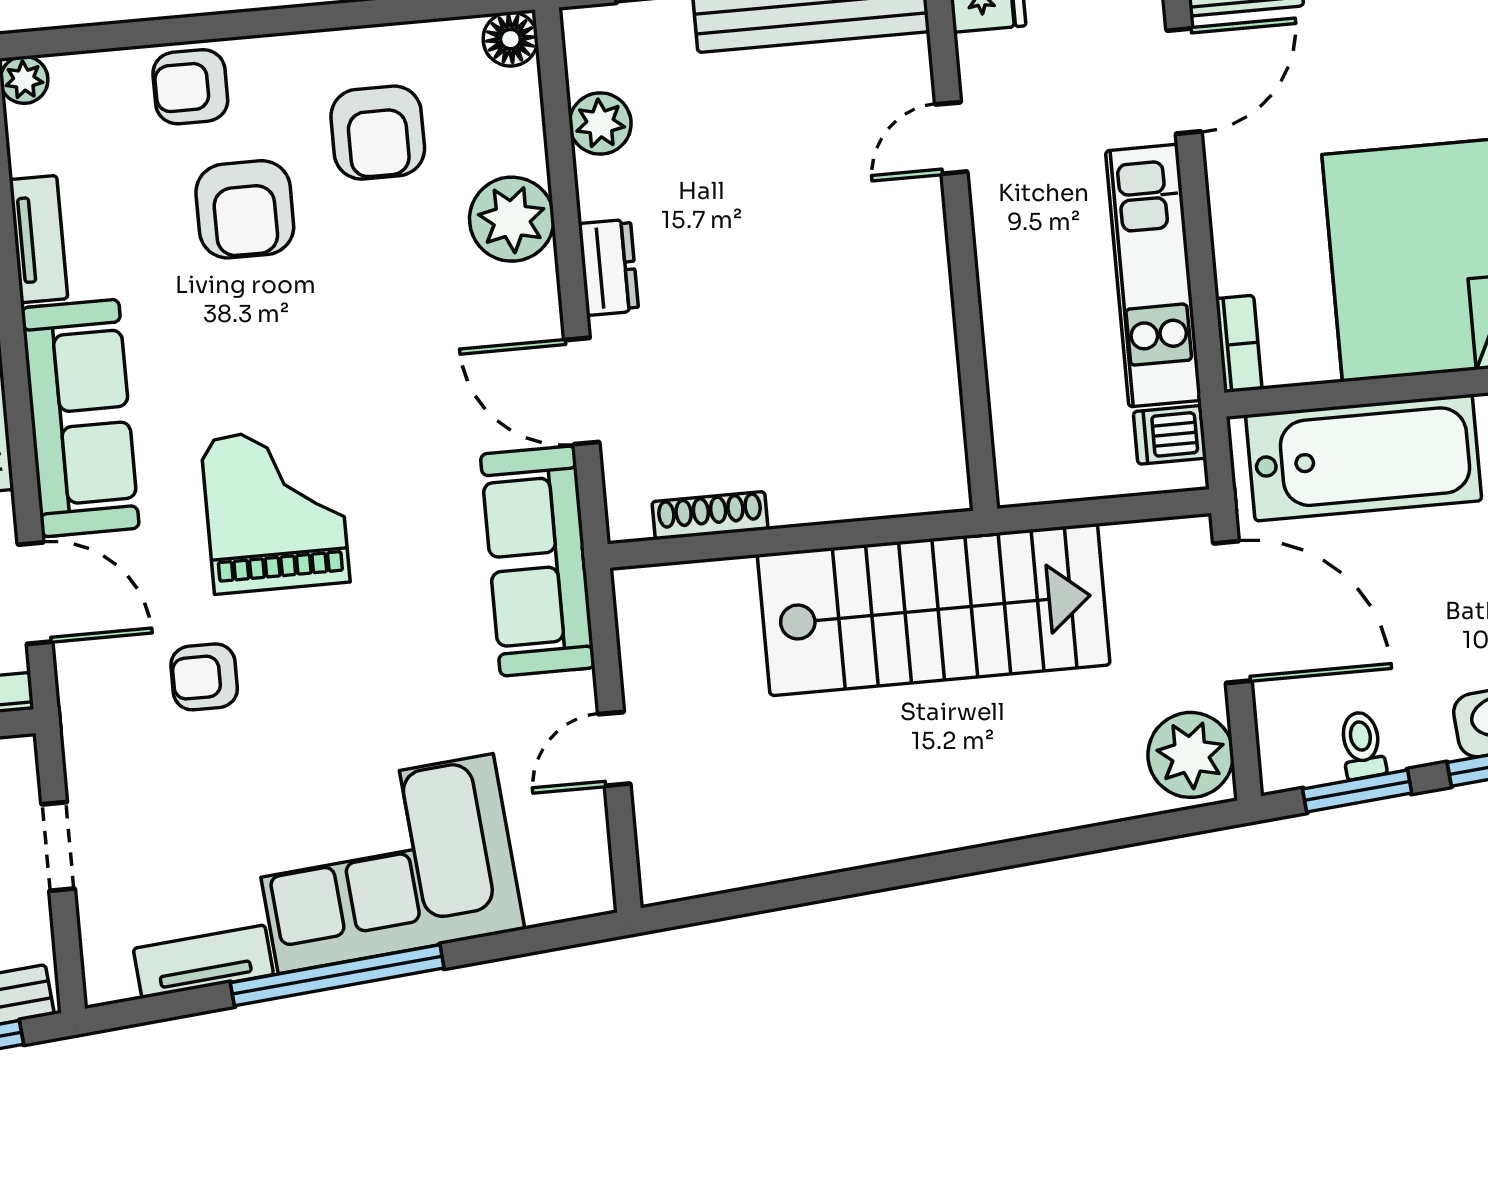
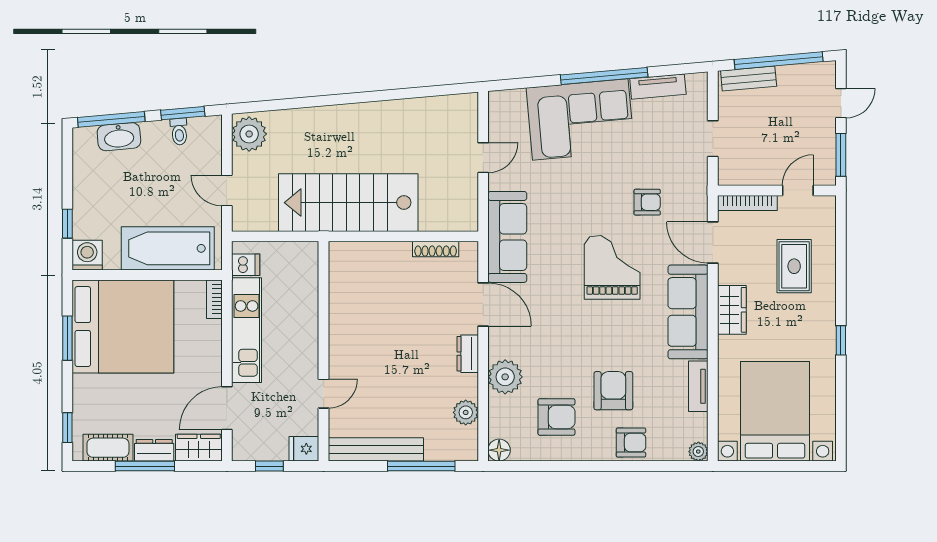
armchair: (378, 133) -> (556, 417), turned 90
grand piano: (275, 510) -> (612, 267), turned 180
door: (1232, 612) -> (227, 191), width x0.53

